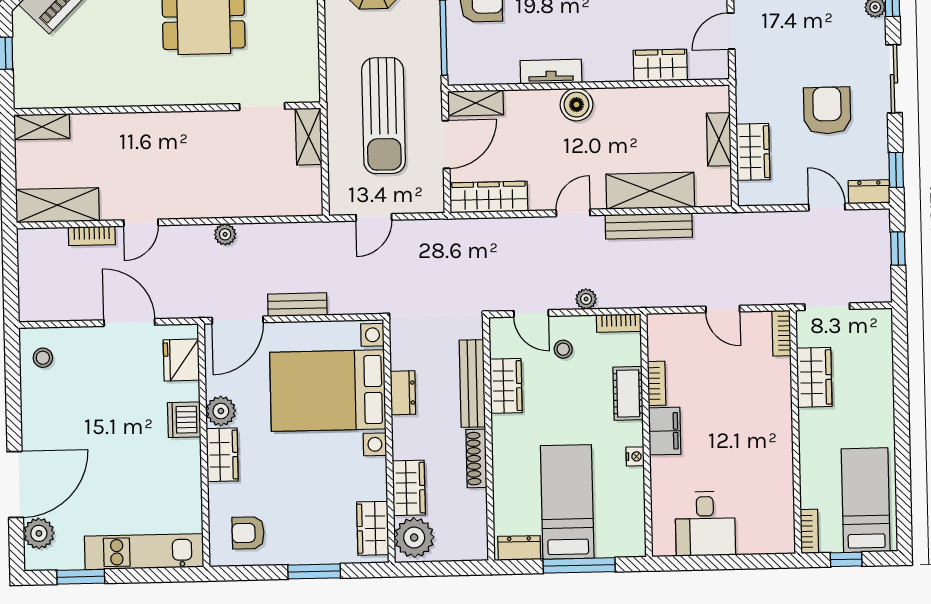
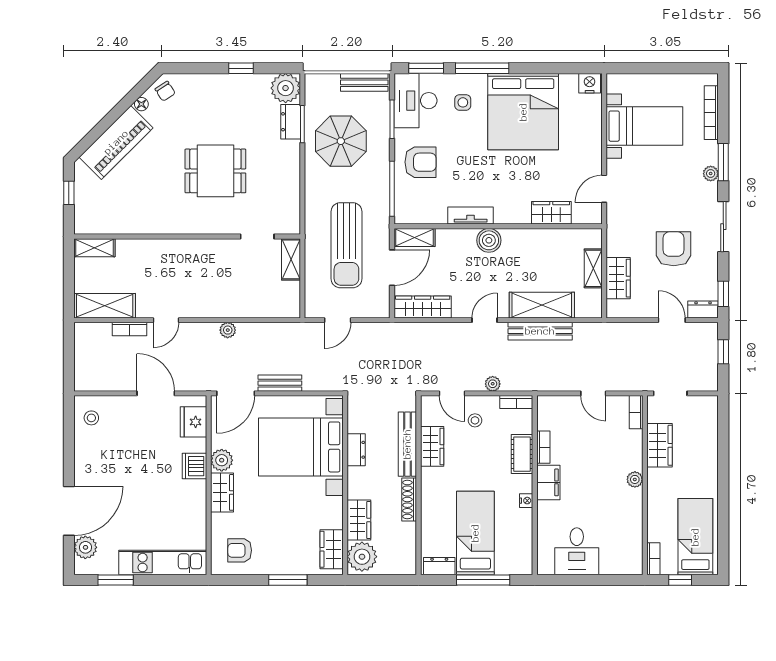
plant: (782, 424) -> (635, 479), added

